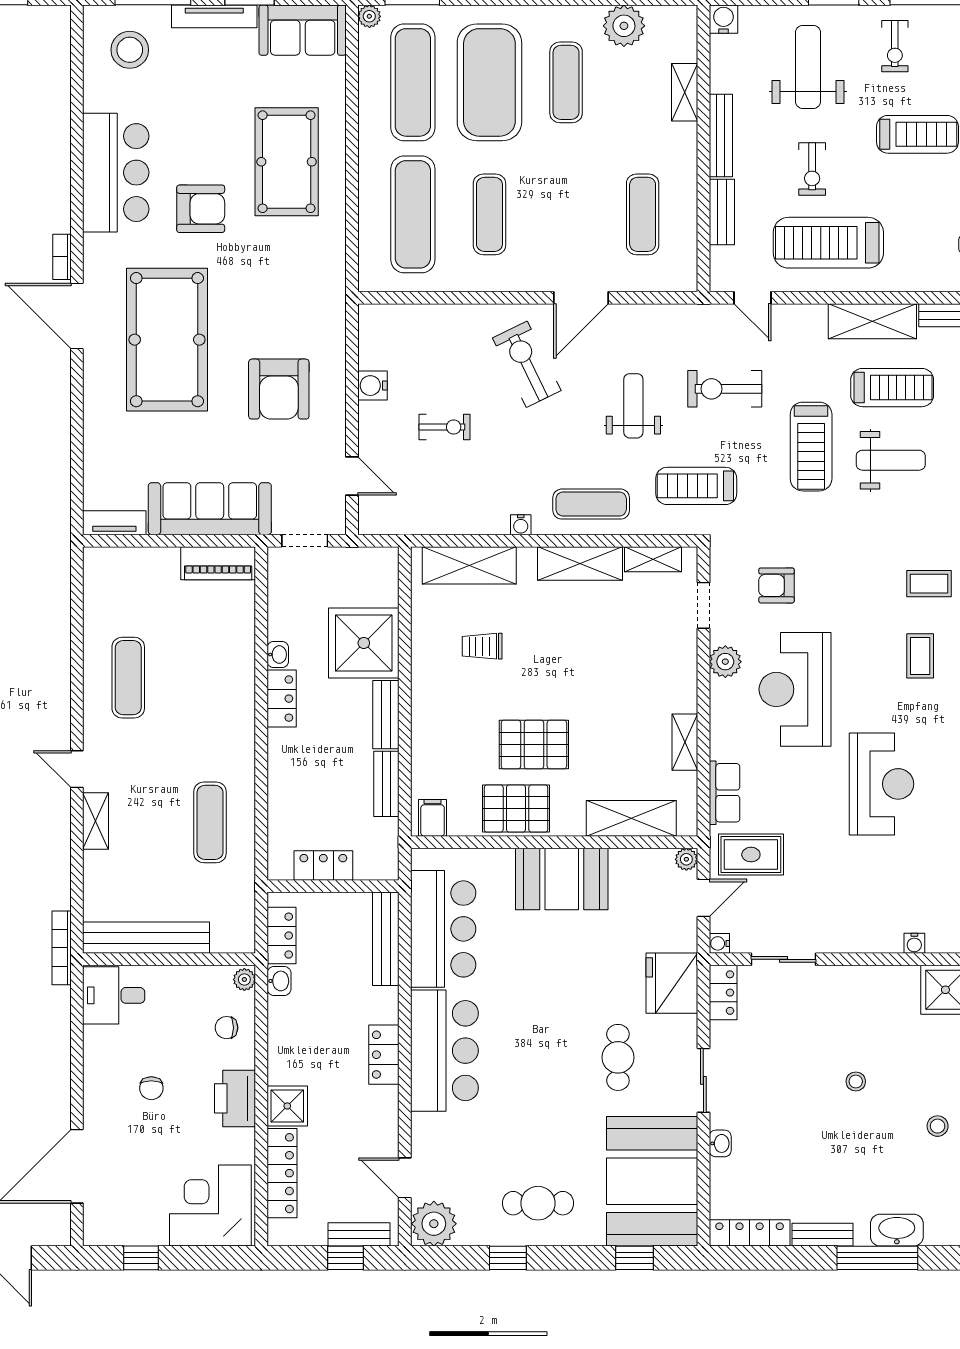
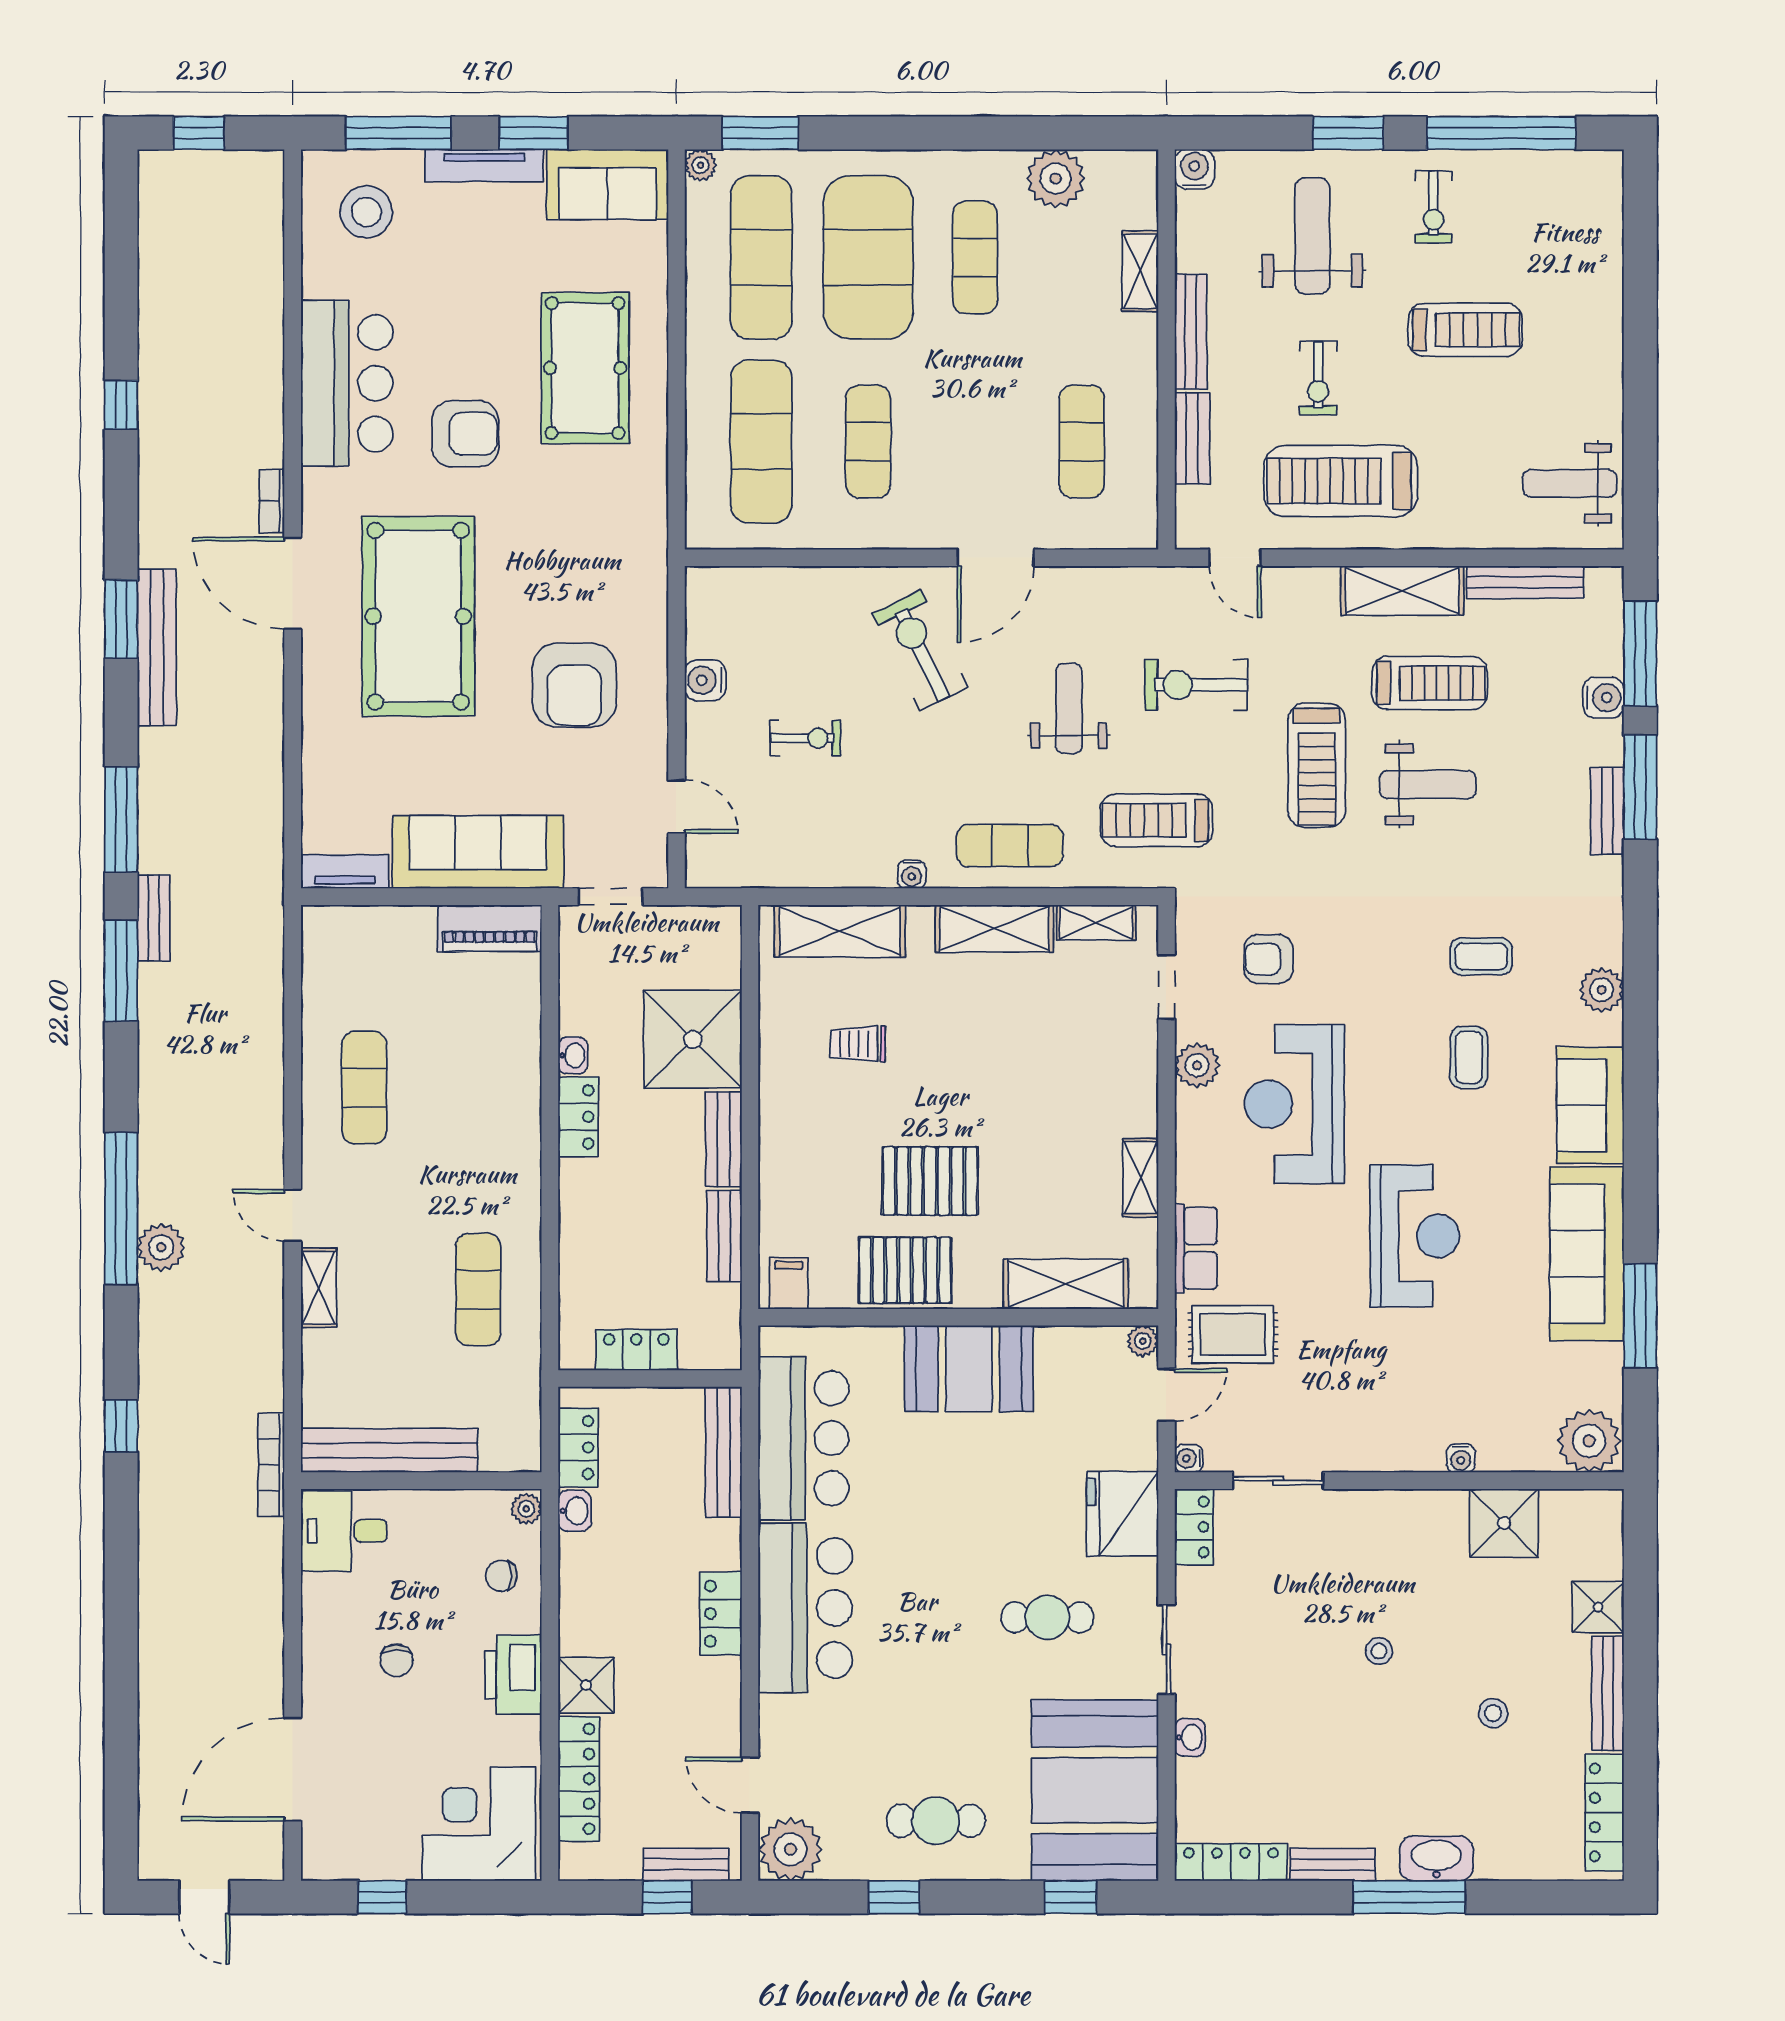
cafe table: (618, 1057) -> (1047, 1617), turned 90

